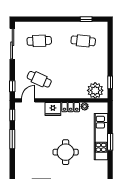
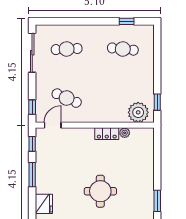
fridge: (53, 109) -> (44, 204), moved, turned -90
kitchen unit: (101, 137) -> (146, 171), removed
window: (110, 142) -> (157, 201), moved

